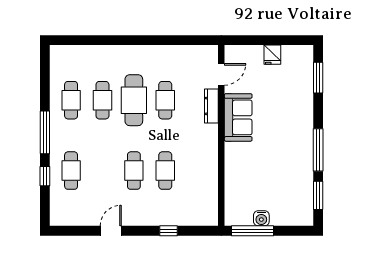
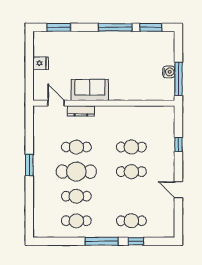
window: (142, 40) -> (29, 165), added

